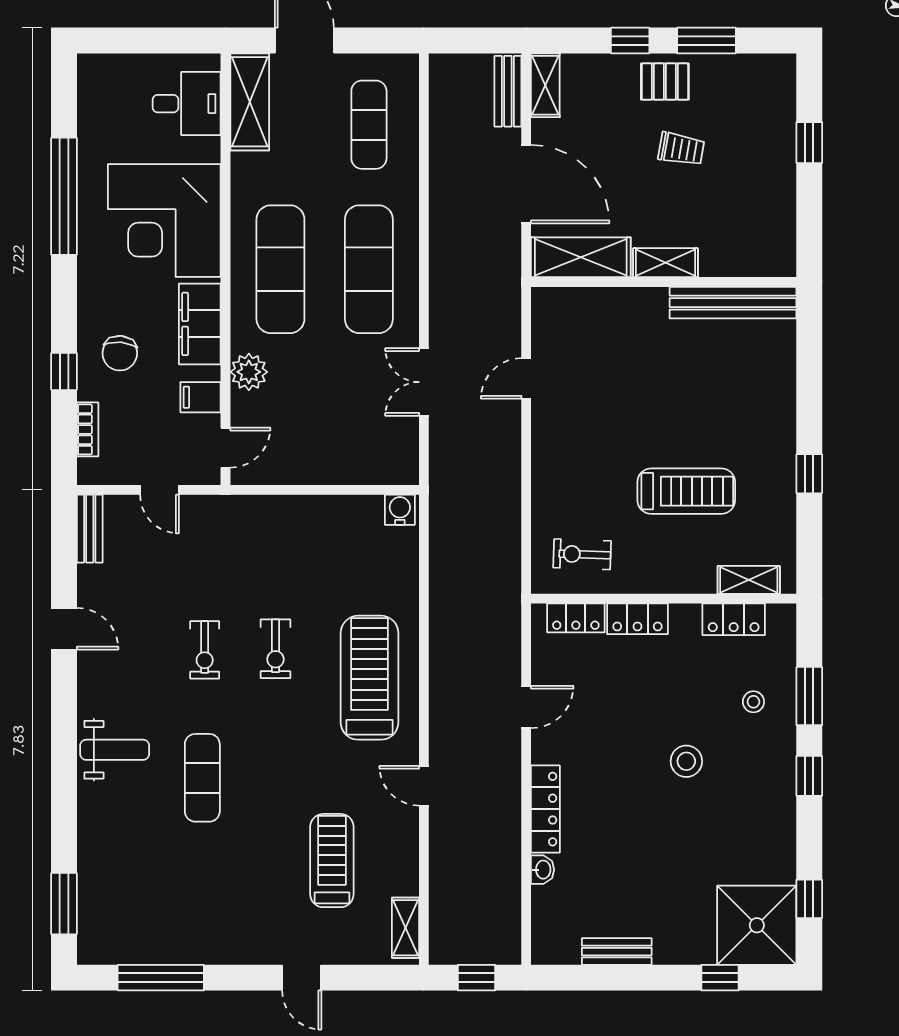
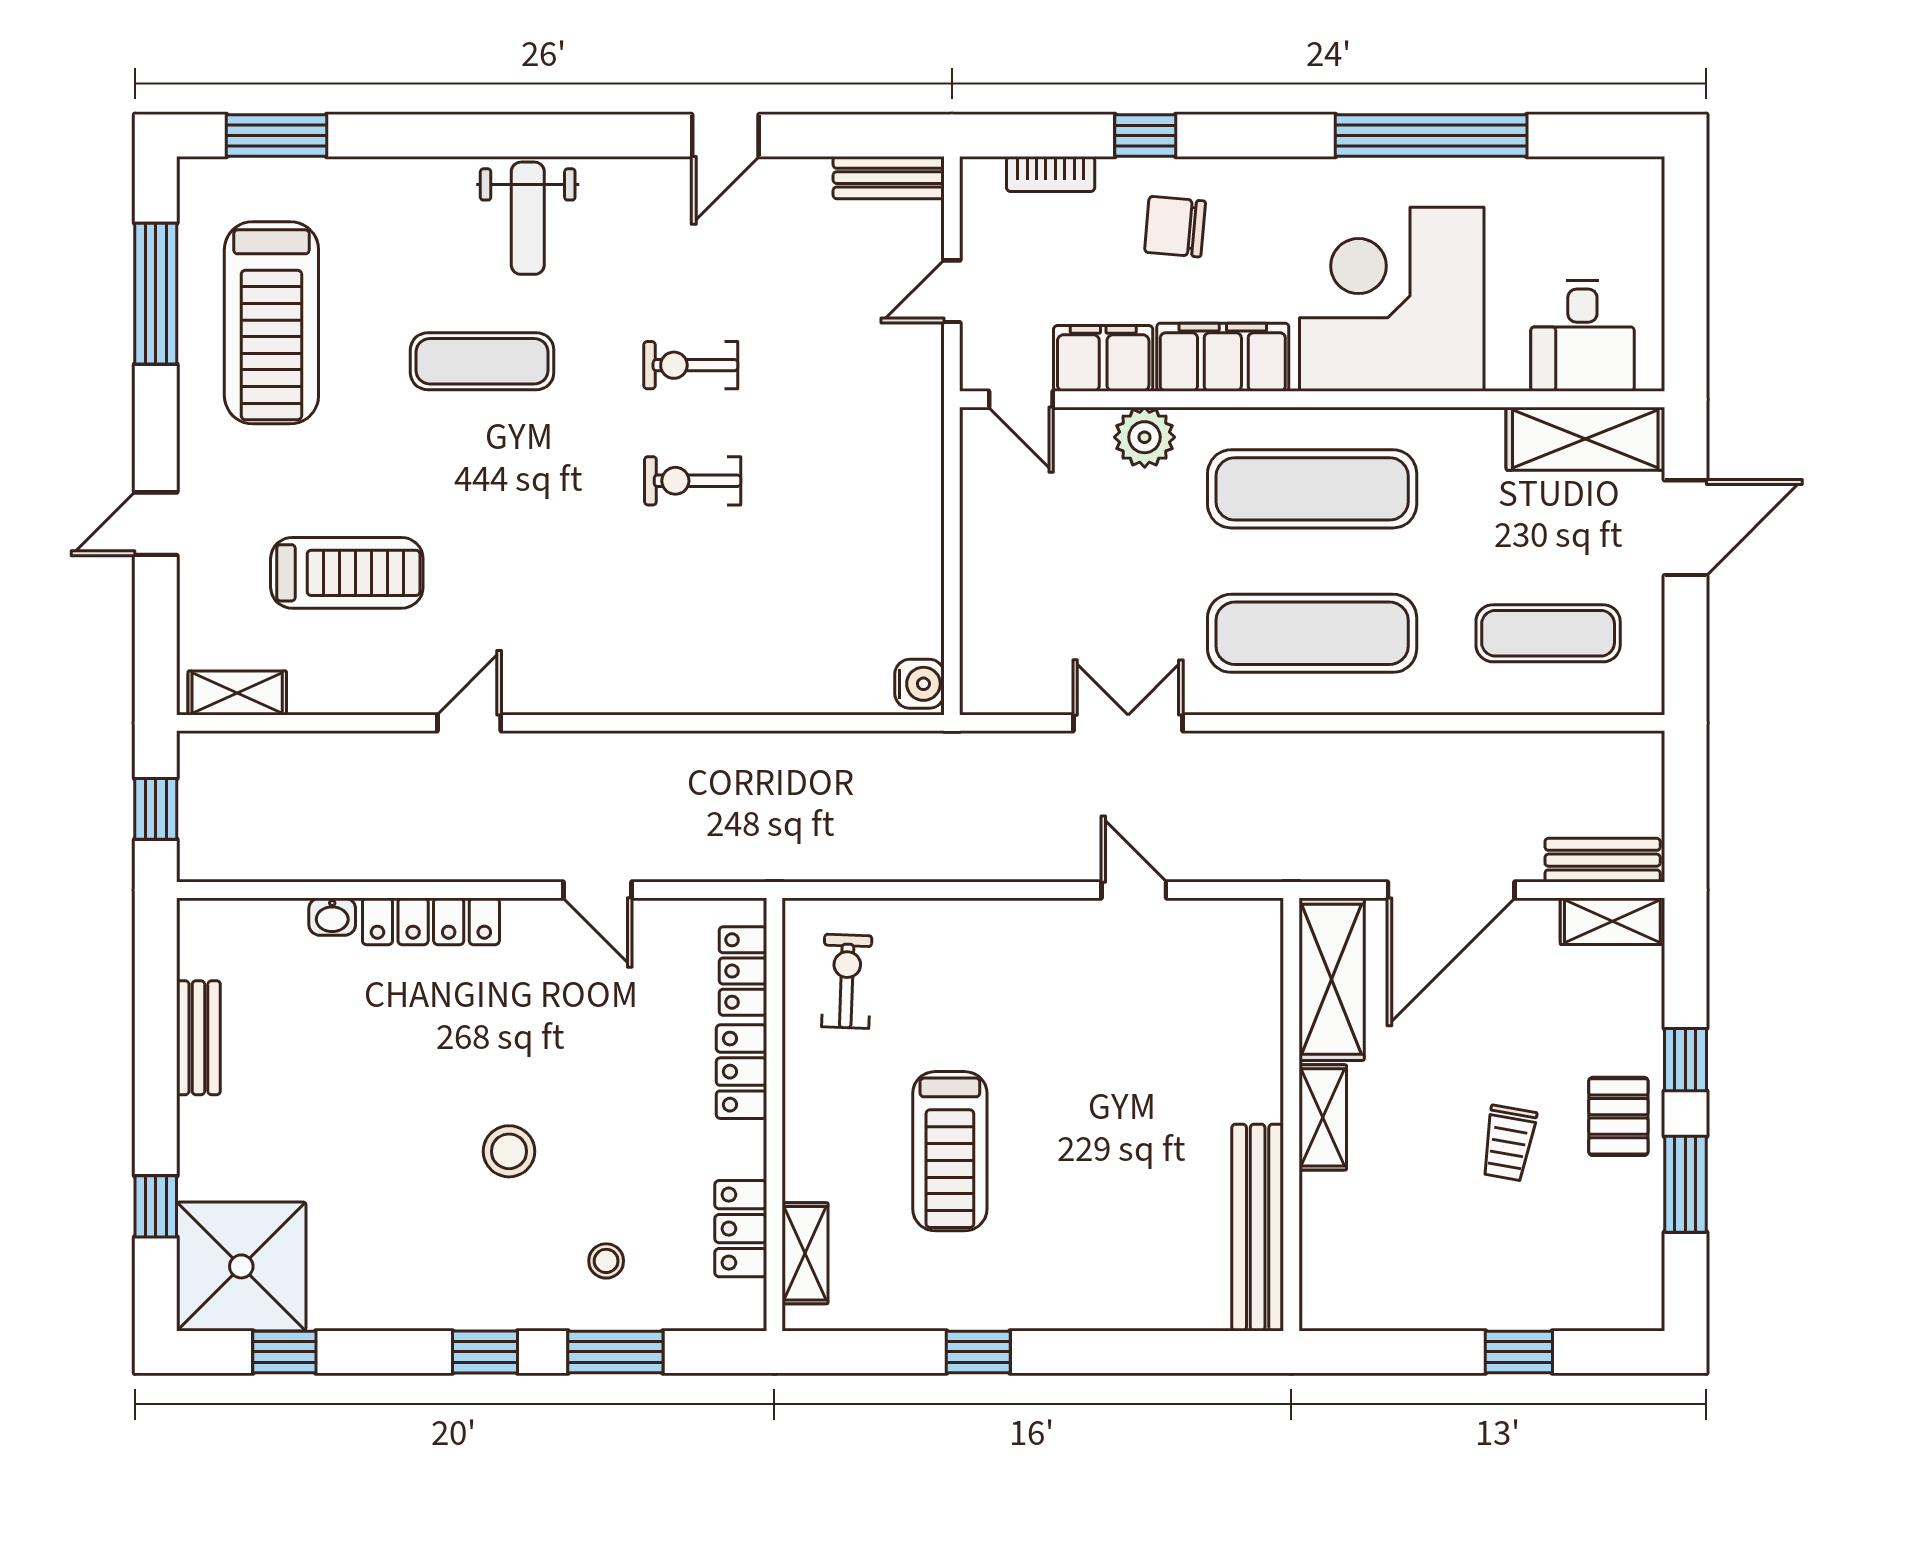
filing cabinet: (201, 397) -> (1103, 358), width x2.00
treadmill: (370, 678) -> (271, 323), moved, turned 90

